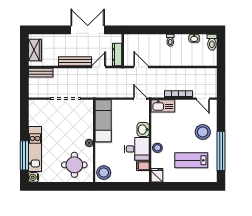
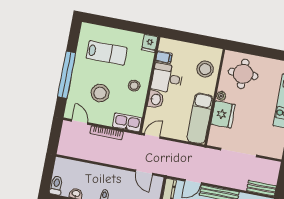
door: (140, 99) -> (152, 136), swing flipped
fridge: (84, 128) -> (223, 114), added
stool: (203, 132) -> (100, 93), moved
stool: (157, 148) -> (134, 86), moved
window: (221, 151) -> (67, 75), moved
stool: (104, 172) -> (205, 69), moved

